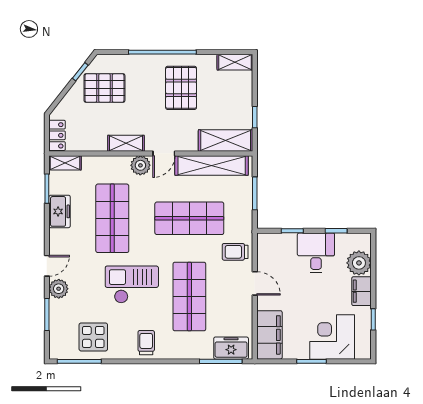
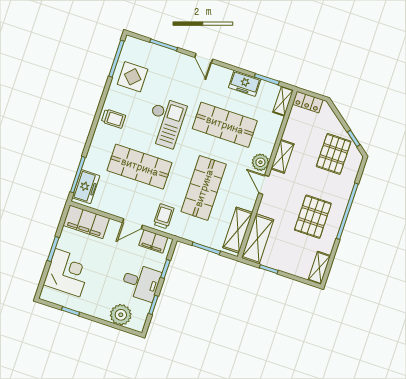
pallet: (181, 88) -> (313, 217), turned 90
shelving: (212, 166) -> (238, 230), width x0.68
plant: (59, 289) -> (182, 61), removed
filing cabinet: (362, 291) -> (153, 241), moved, turned 180

